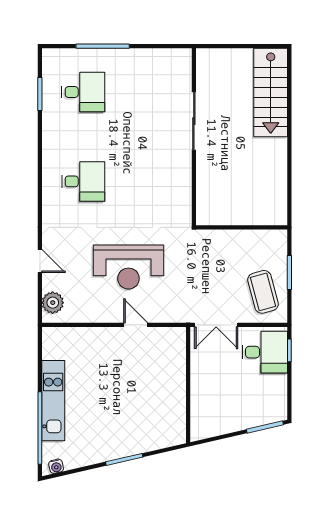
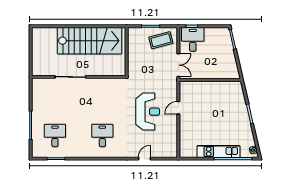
stairs: (271, 92) -> (89, 41), moved, width x1.36, depth x1.51
plant: (53, 303) -> (167, 152), removed

